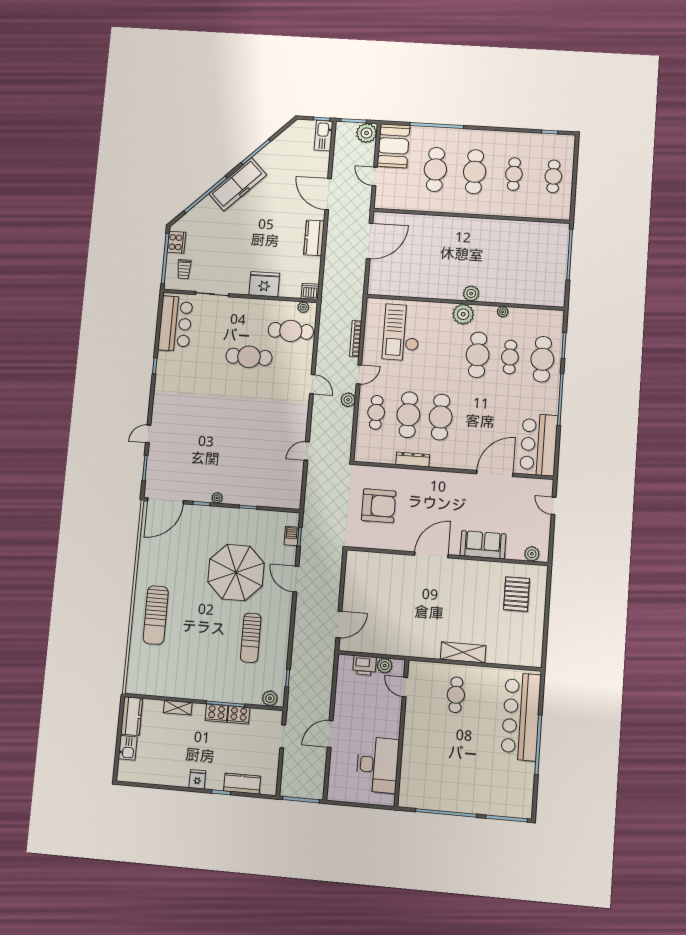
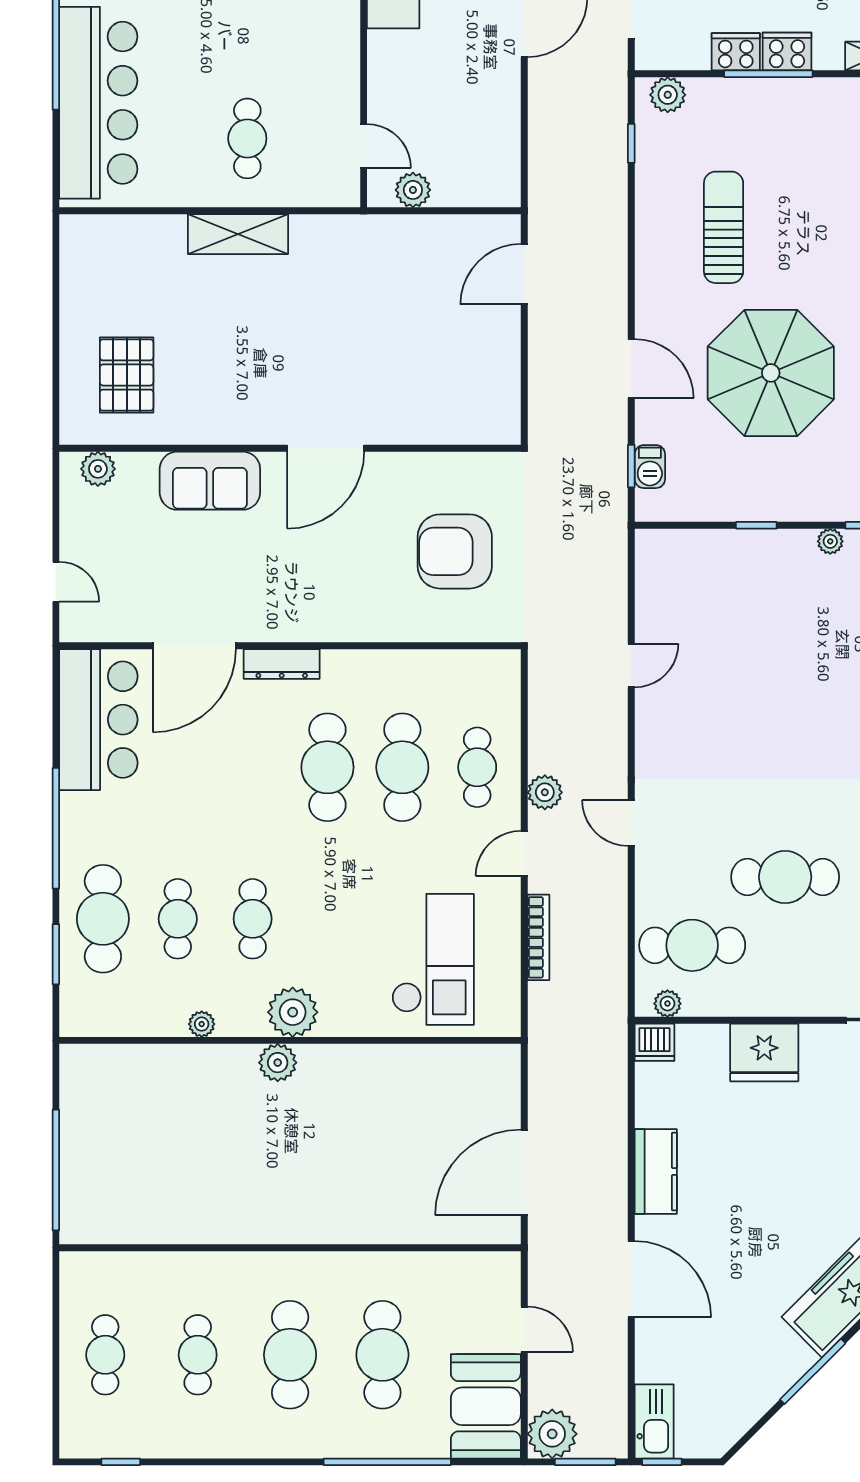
cafe table: (478, 355) -> (253, 919), width x0.73, depth x0.74
dresser: (413, 460) -> (282, 664), moved
printer: (365, 665) -> (459, 186), removed

